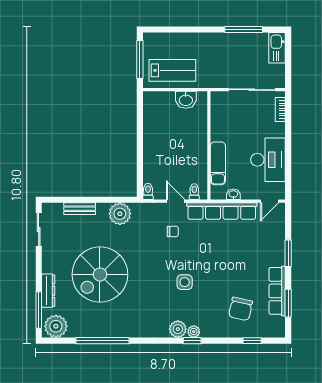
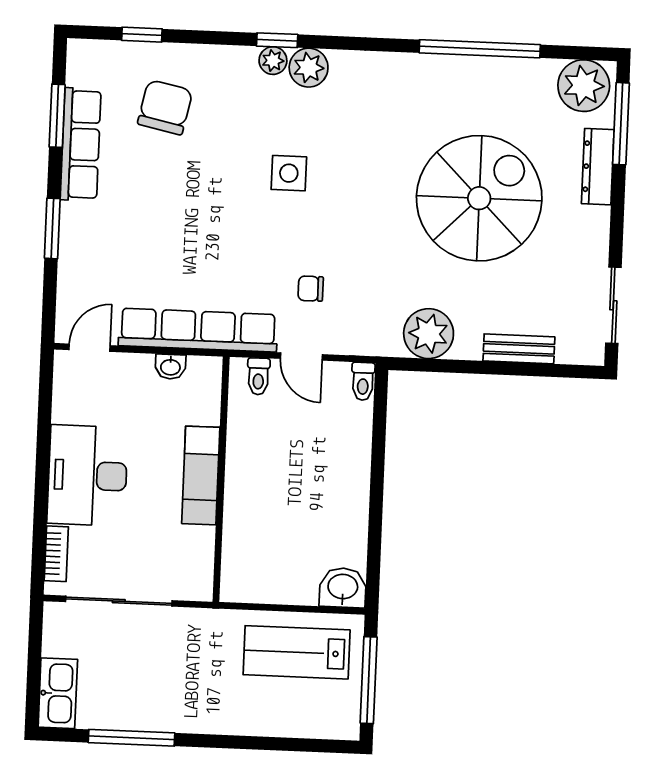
washbasin: (186, 100) -> (343, 588), moved
desk: (268, 160) -> (87, 475), moved
exam couch: (218, 163) -> (201, 475), moved

